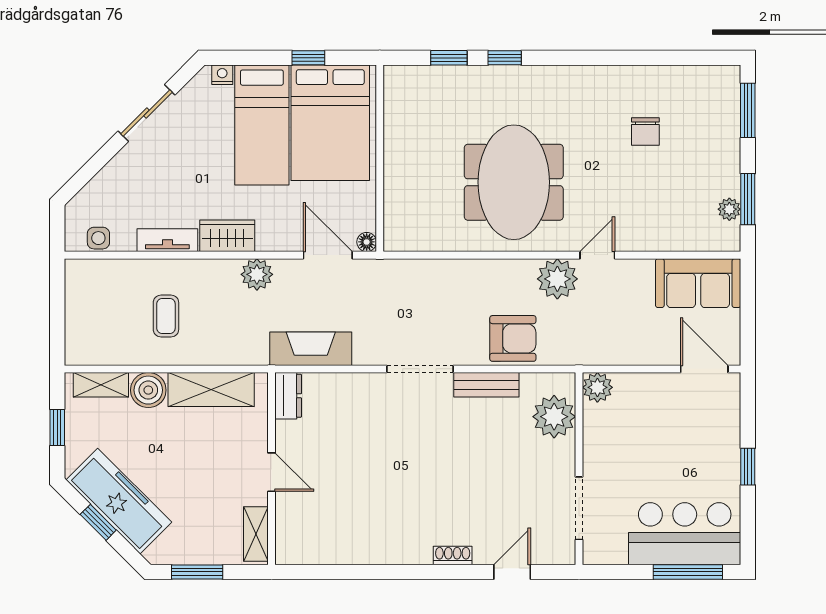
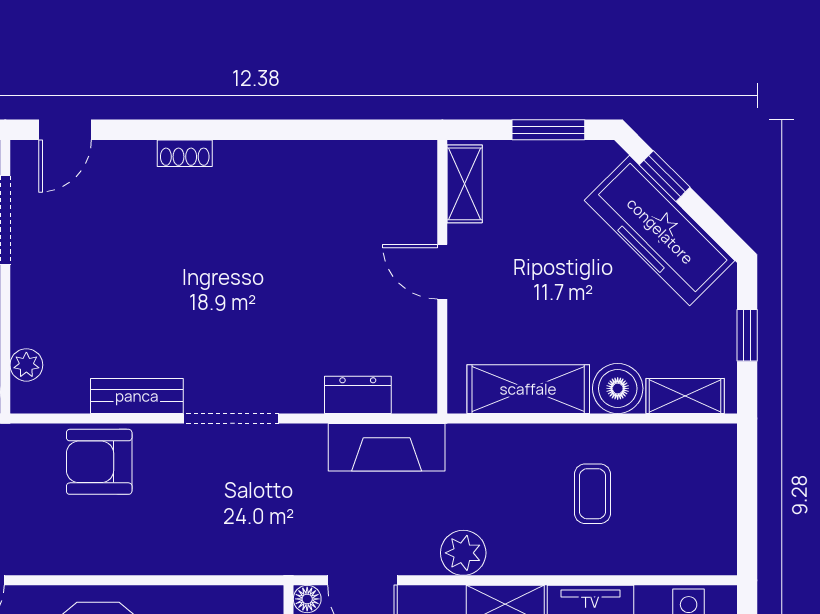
plant: (557, 279) -> (36, 547), removed
dresser: (288, 396) -> (358, 395), moved, turned 90
plant: (554, 417) -> (26, 365), width x0.53, depth x0.53
window: (98, 522) -> (665, 176), moved
door: (512, 572) -> (65, 130), moved

